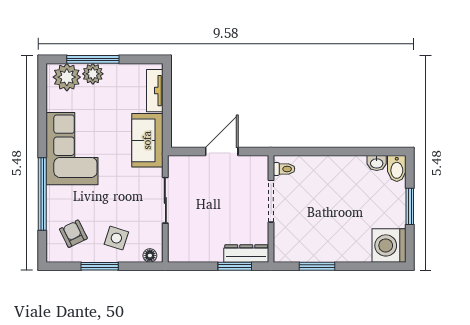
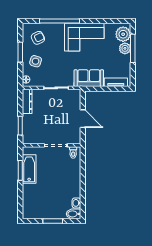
washing machine: (389, 245) -> (32, 210), removed
bathtub: (314, 250) -> (29, 169), added
dresser: (246, 253) -> (27, 101), moved

